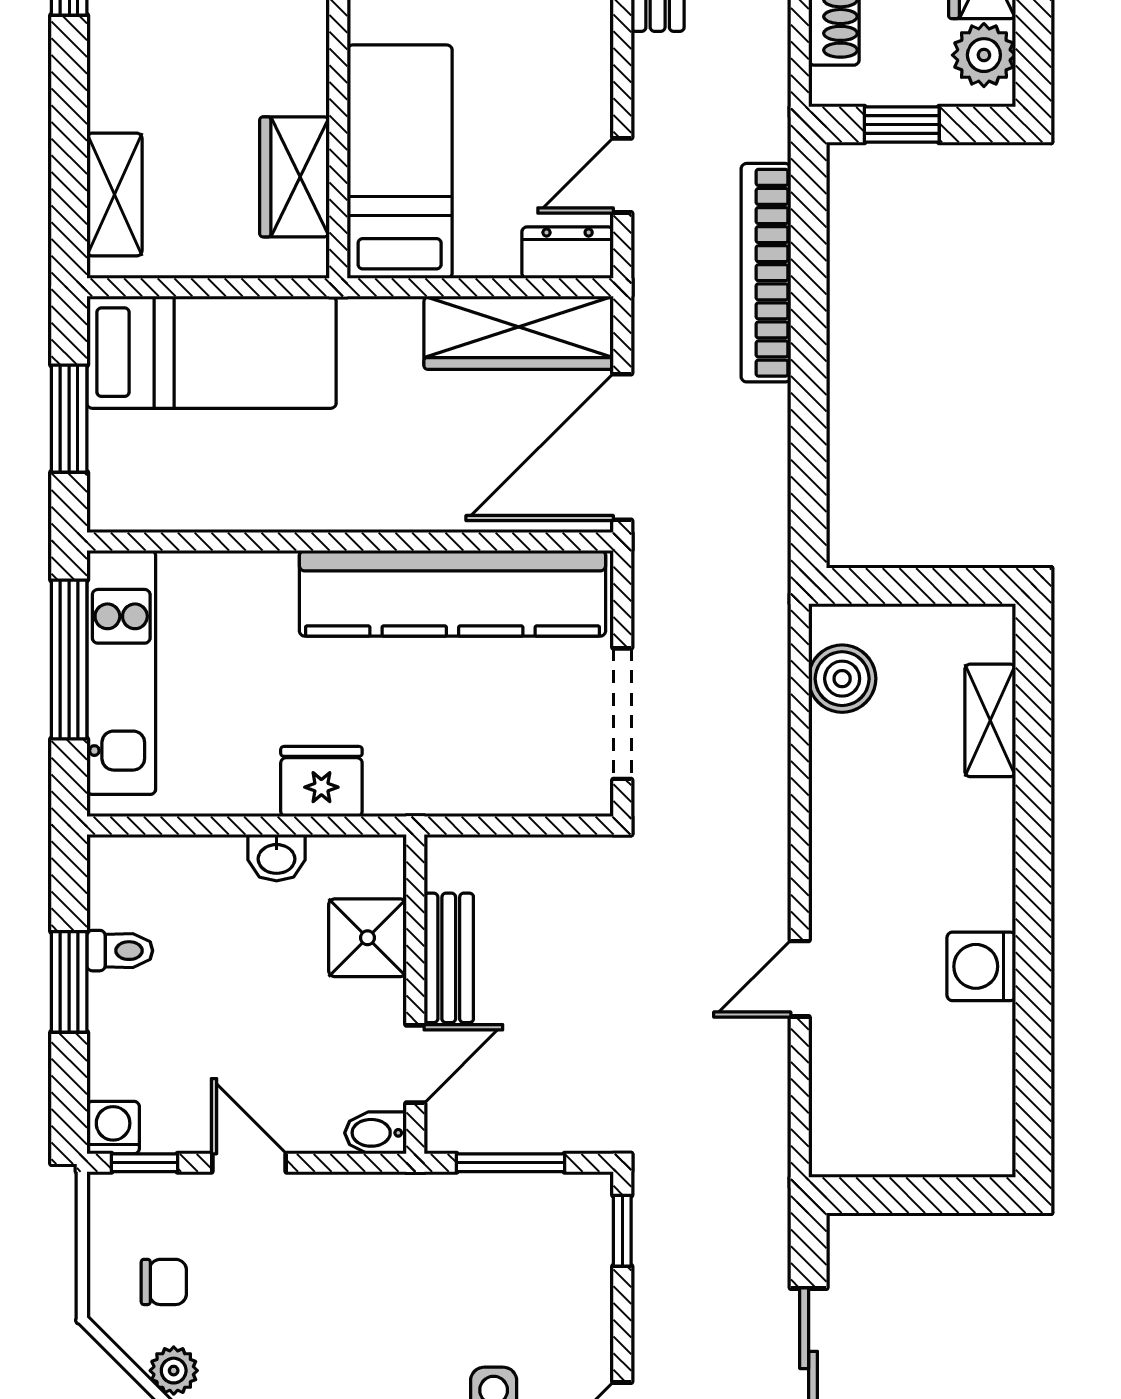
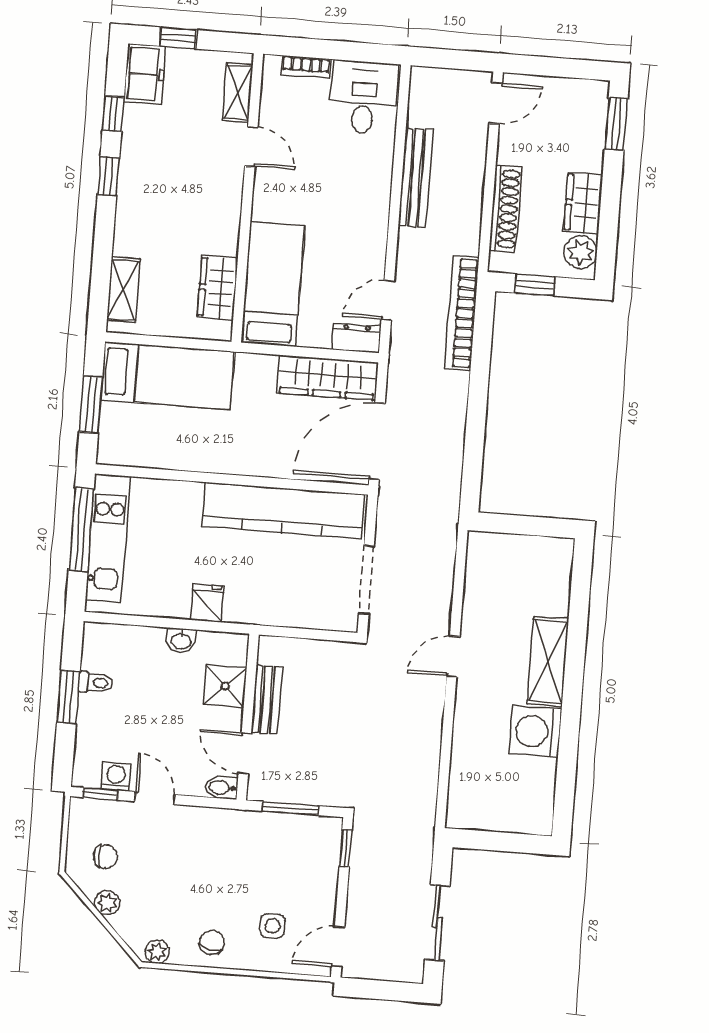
bookcase: (766, 273) -> (462, 313), moved
boiler: (842, 679) -> (482, 570), removed
shelving: (990, 720) -> (548, 661), moved, width x1.50, depth x1.33
fridge: (321, 782) -> (207, 603), width x0.72
washing machine: (981, 966) -> (536, 731), width x1.37, depth x1.37
door: (800, 979) -> (453, 656), moved
door: (415, 1064) -> (245, 753), swing flipped
washing machine: (113, 1128) -> (116, 777), moved

